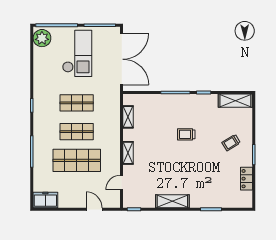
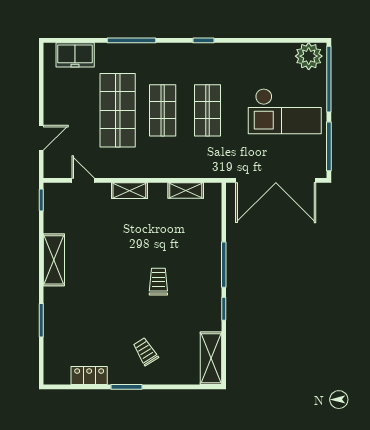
freezer: (45, 200) -> (75, 55), moved, turned 90

